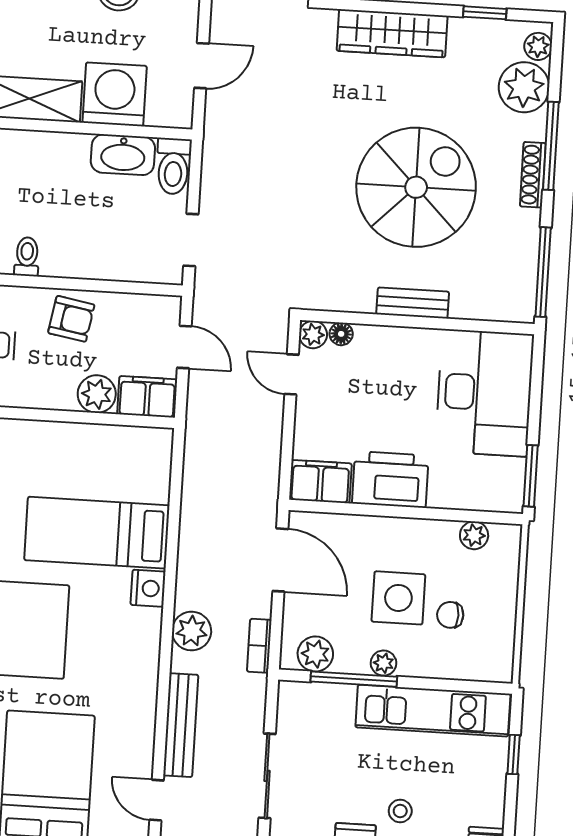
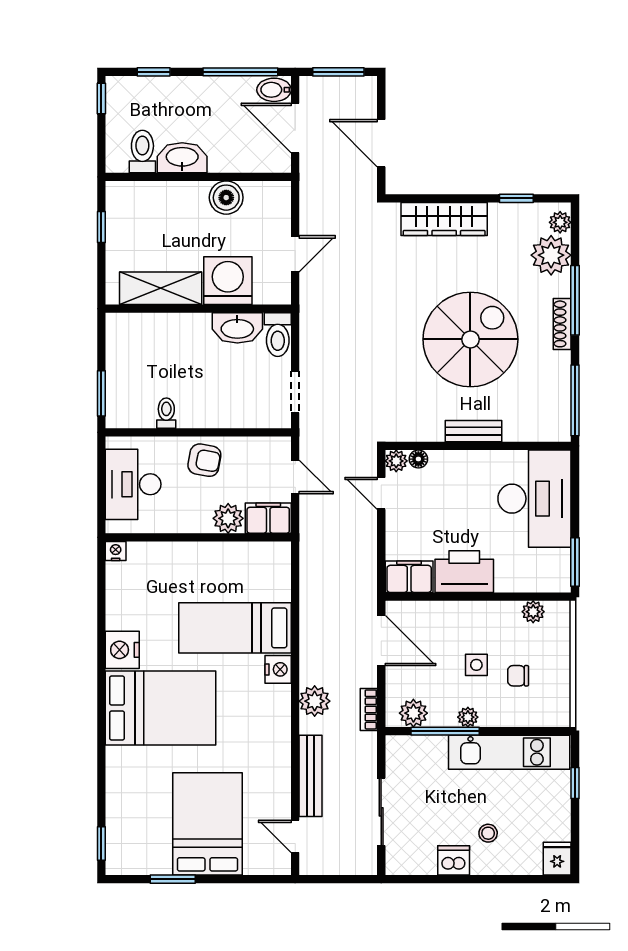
side table: (398, 598) -> (476, 665), width x0.54, depth x0.54

